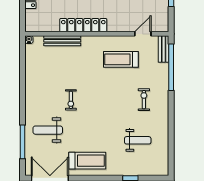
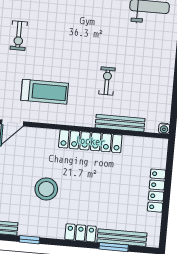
exercise bike: (71, 100) -> (107, 81), moved

